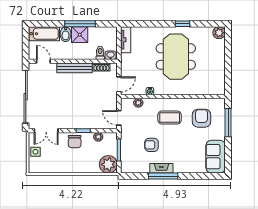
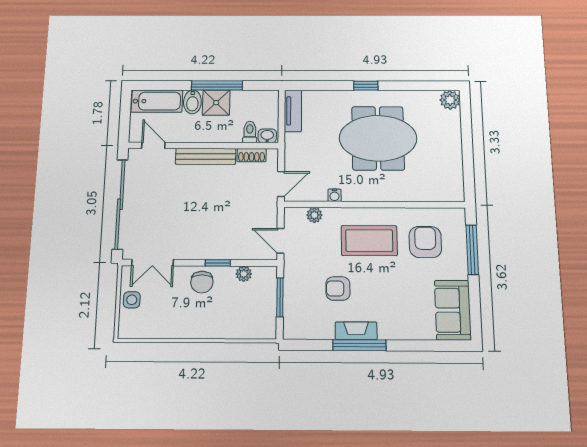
window: (183, 24) -> (366, 86), moved
meeting table: (176, 57) -> (378, 138), turned 90
coffee table: (170, 118) -> (369, 241), width x1.36, depth x1.32
plant: (108, 164) -> (261, 323), removed

